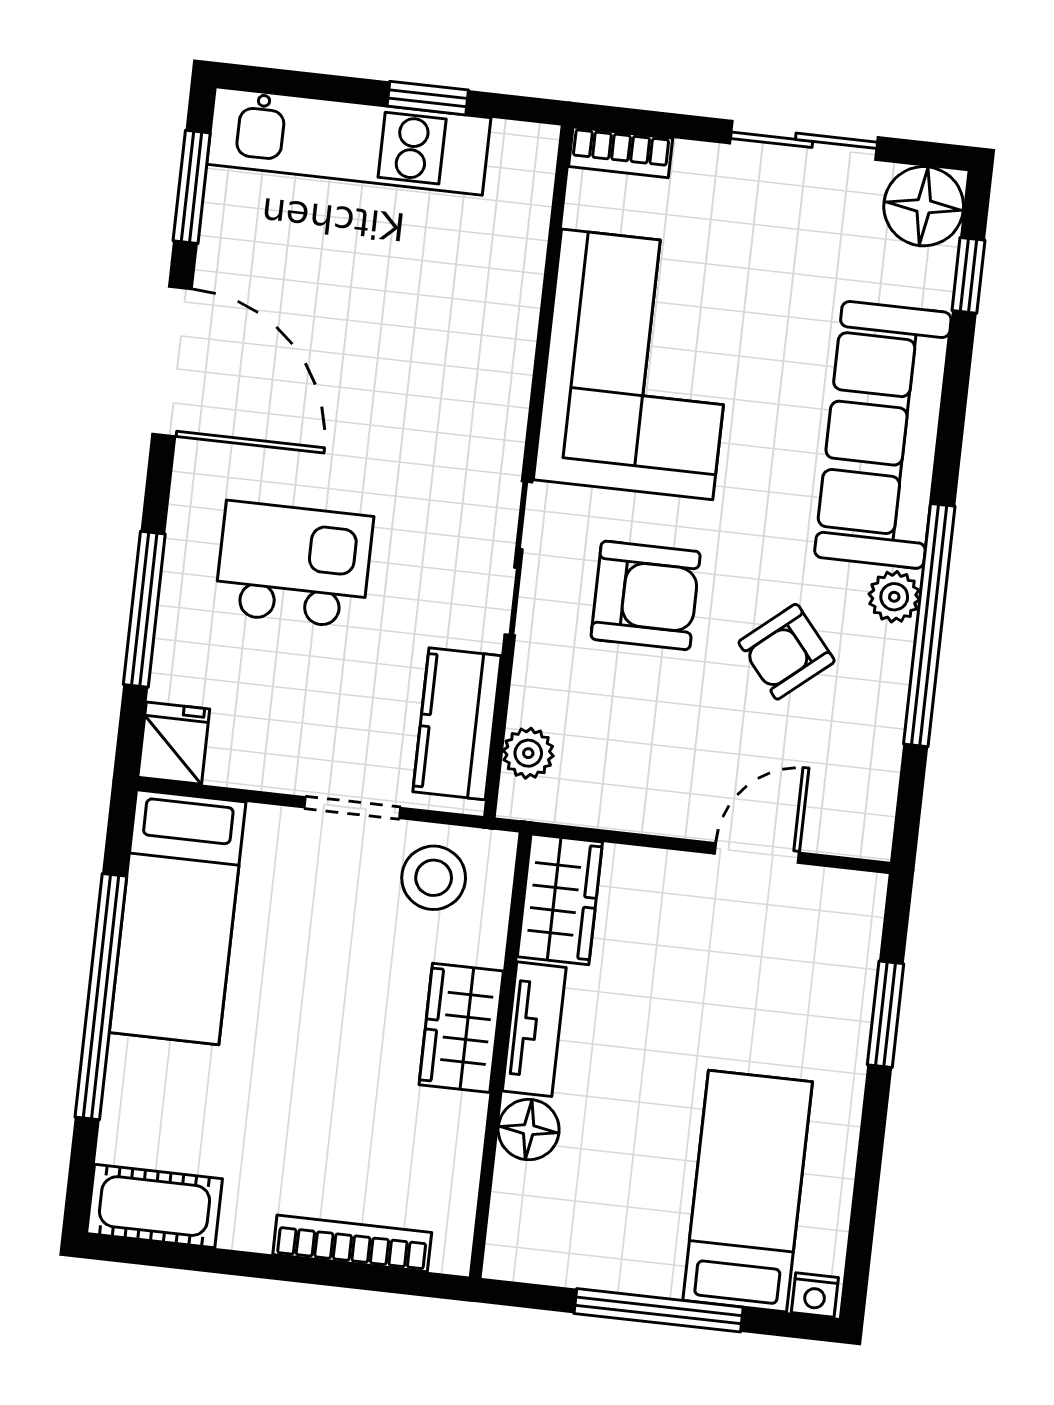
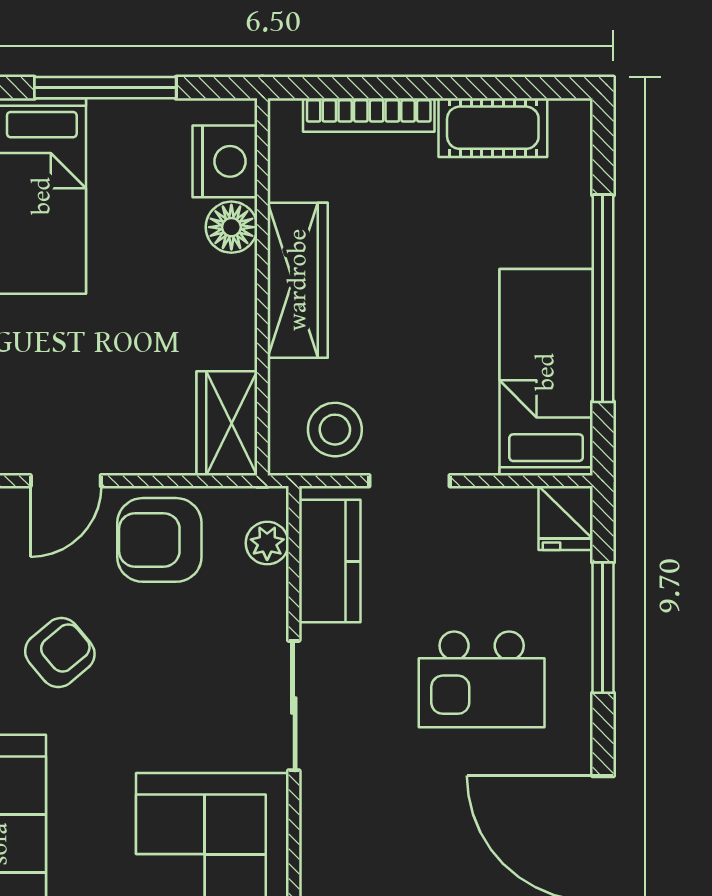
armchair: (646, 595) -> (159, 540), moved
wardrobe: (461, 1028) -> (298, 280), width x1.50
tv unit: (534, 1029) -> (236, 312), removed
cot: (155, 1206) -> (493, 128), moved
nightstand: (528, 1208) -> (225, 161), added

